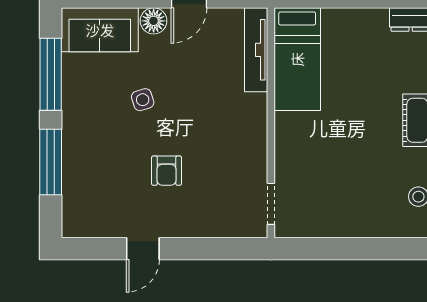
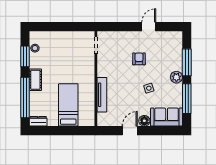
tv unit: (256, 50) -> (102, 95), moved
bed: (297, 59) -> (68, 105), moved
plant: (76, 126) -> (176, 77), added

